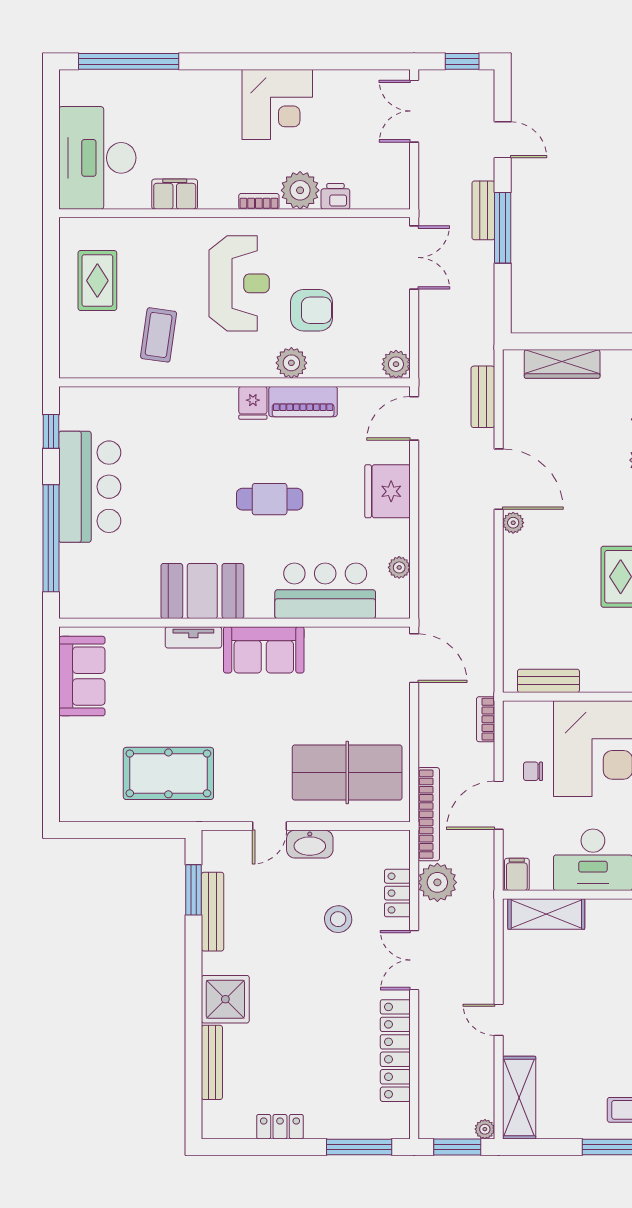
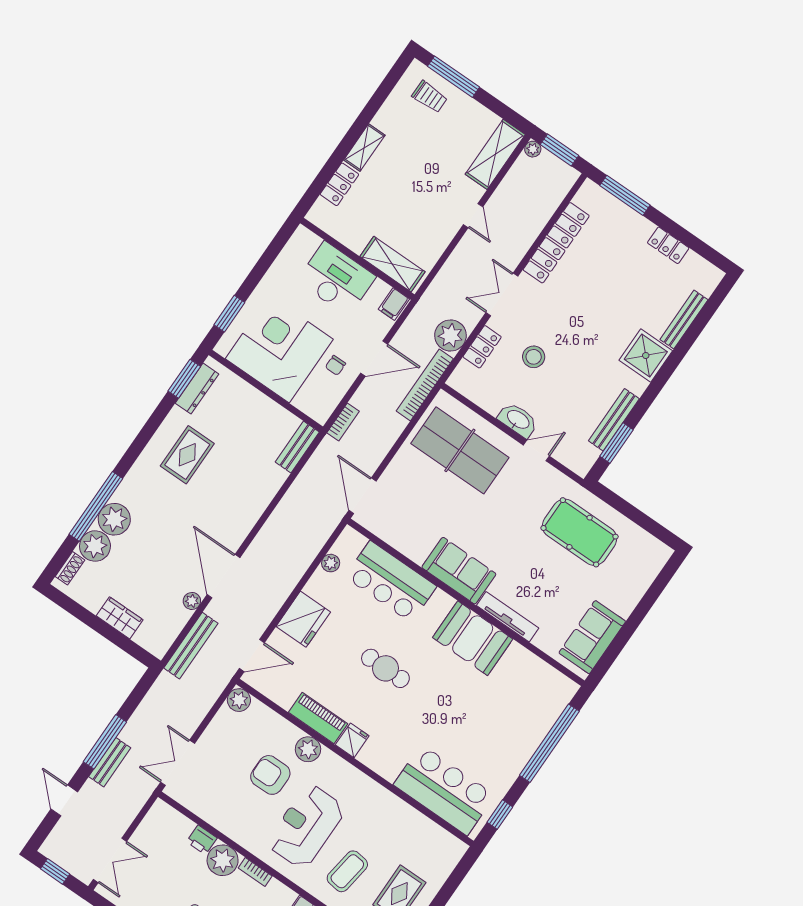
coffee table: (159, 335) -> (347, 871), moved
wardrobe: (562, 364) -> (120, 618), width x0.67
bench: (483, 397) -> (191, 646), width x1.36
bar counter: (90, 487) -> (444, 790), moved, turned 90
plant: (513, 523) -> (192, 601), moved
tv unit: (193, 637) -> (508, 617), width x1.41
bench: (548, 681) -> (297, 447), moved, turned 90
chair: (533, 771) -> (335, 365), turned 90
double door: (414, 960) -> (502, 294), swing flipped

